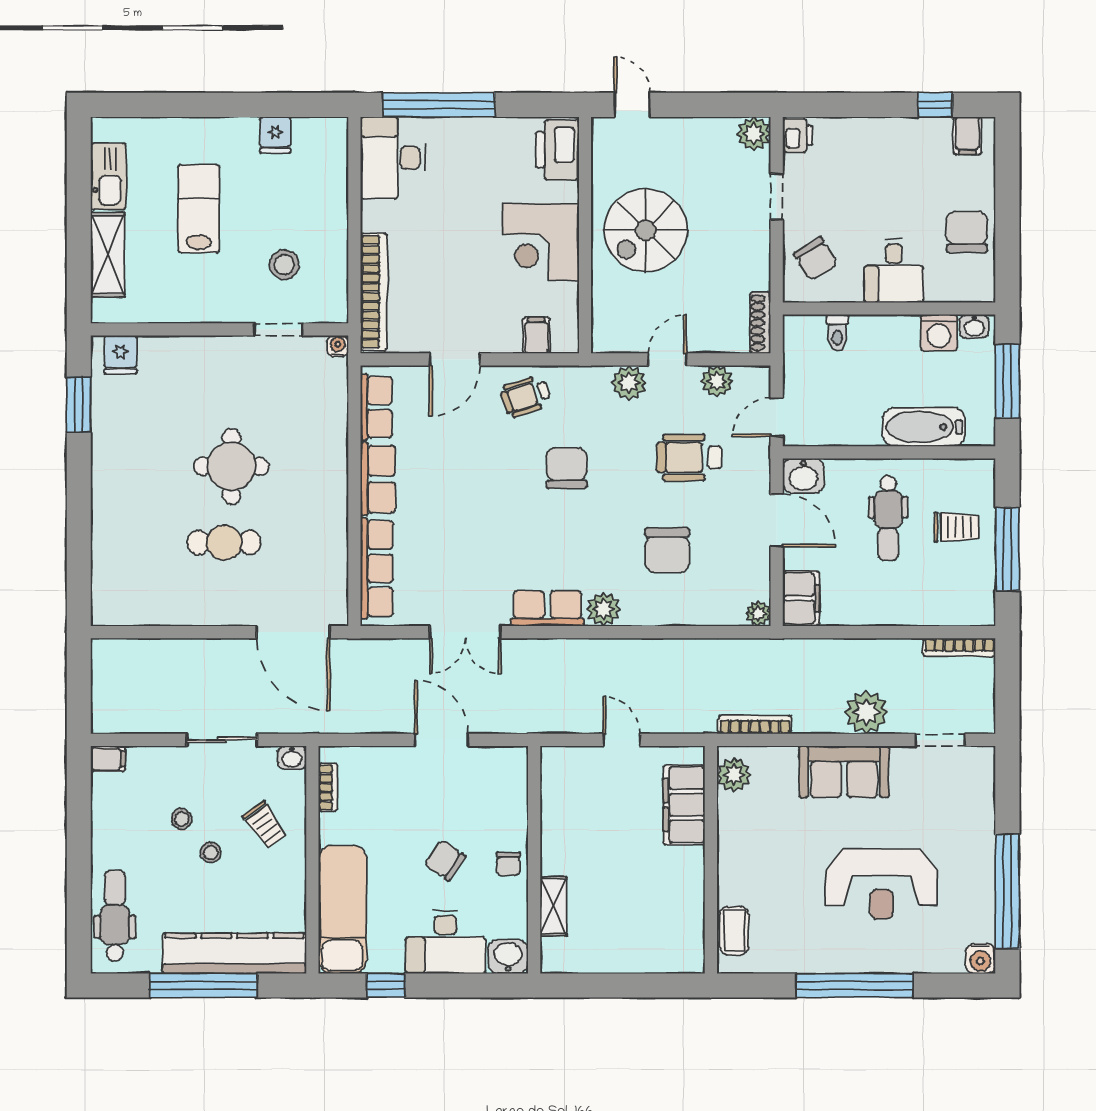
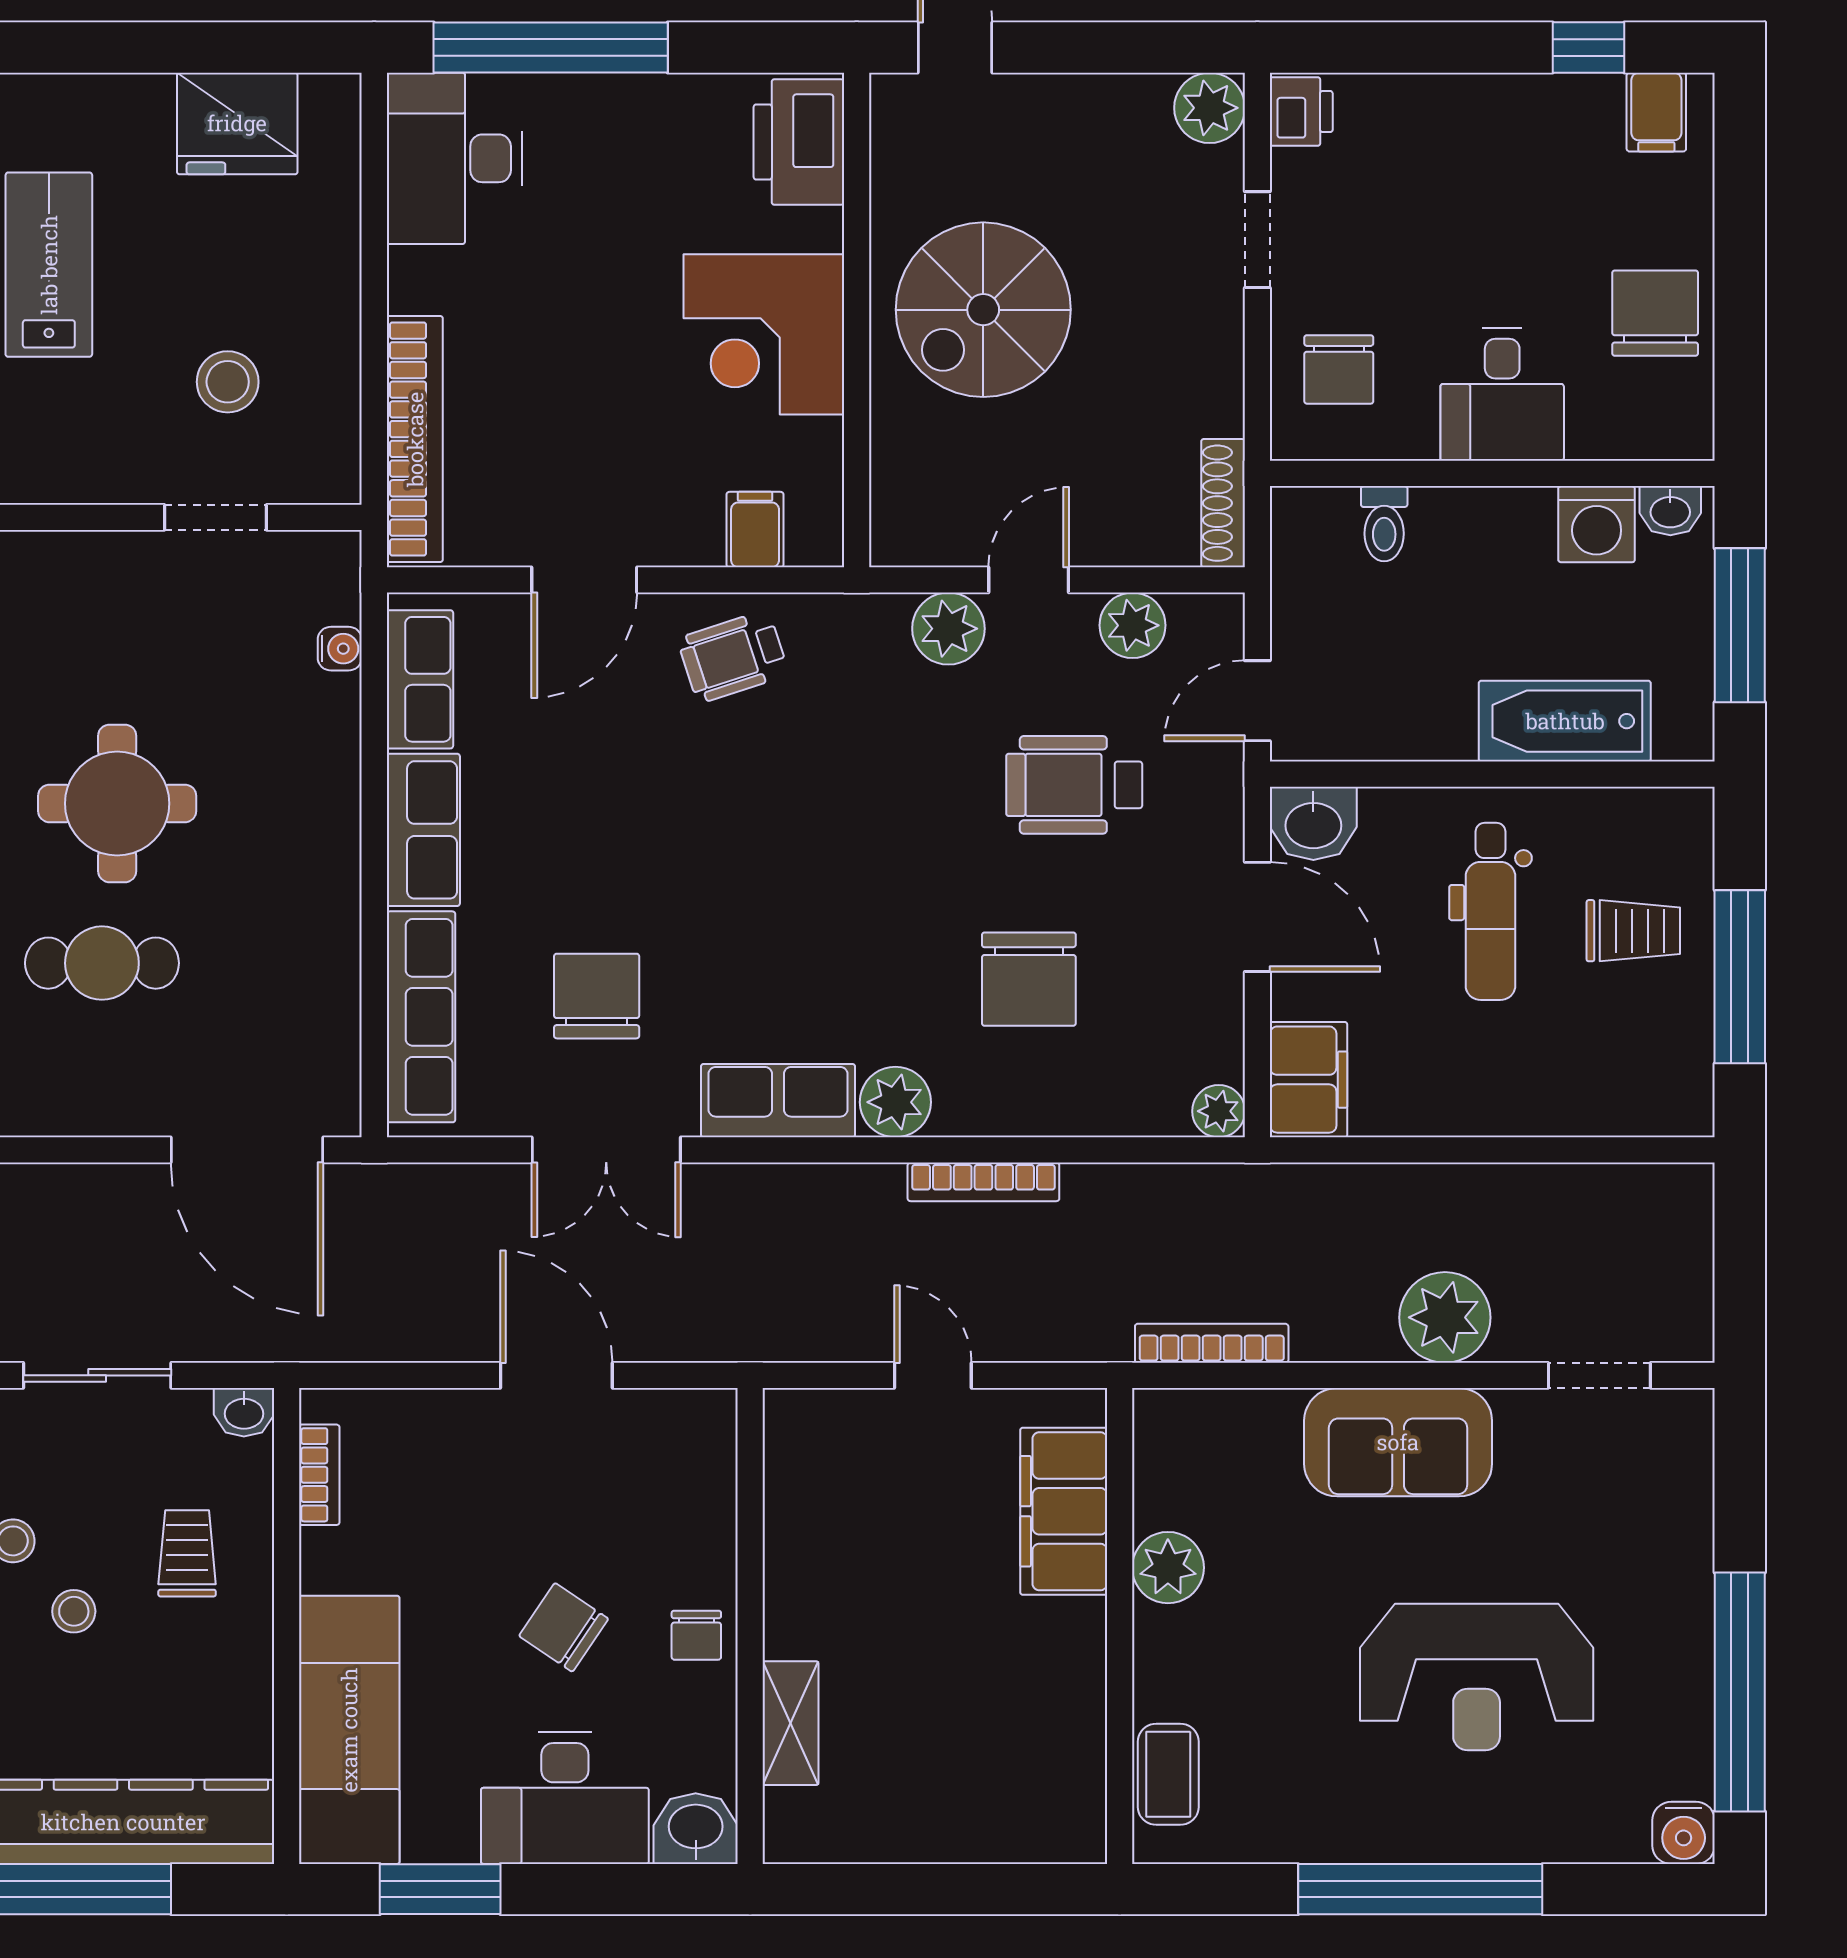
fridge: (275, 135) -> (237, 123), width x1.88, depth x1.34
chair: (816, 259) -> (1339, 369), turned 32
water cooler: (338, 346) -> (340, 649), moved, turned 90
chair: (567, 468) -> (597, 996), moved
bookcase: (959, 647) -> (983, 1182), moved
plant: (734, 775) -> (1168, 1568), moved
trolley: (265, 825) -> (187, 1553), turned -144
window: (386, 986) -> (440, 1889), width x1.50

